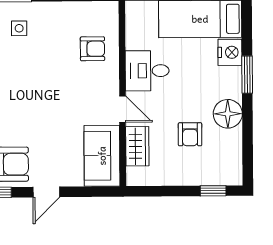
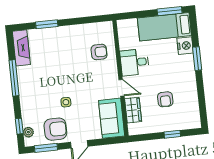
side table: (19, 28) -> (66, 102), moved
floor lamp: (228, 114) -> (188, 84), removed
window: (213, 191) -> (172, 134), moved

